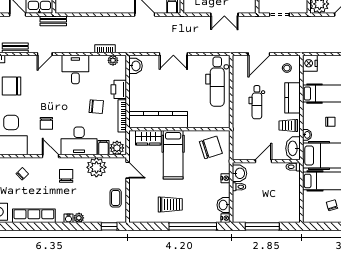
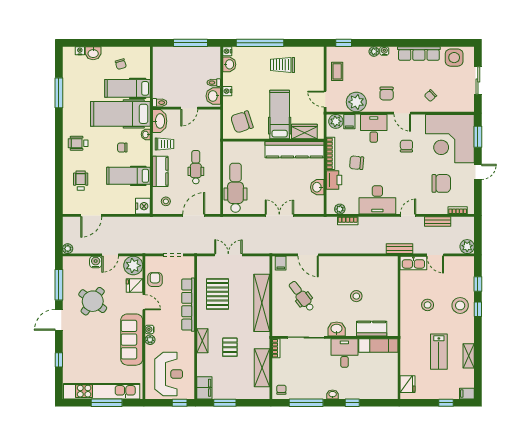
washbasin: (135, 66) -> (317, 187), moved
desk: (75, 70) -> (377, 200), width x1.37
desk: (79, 141) -> (374, 128), width x0.73

